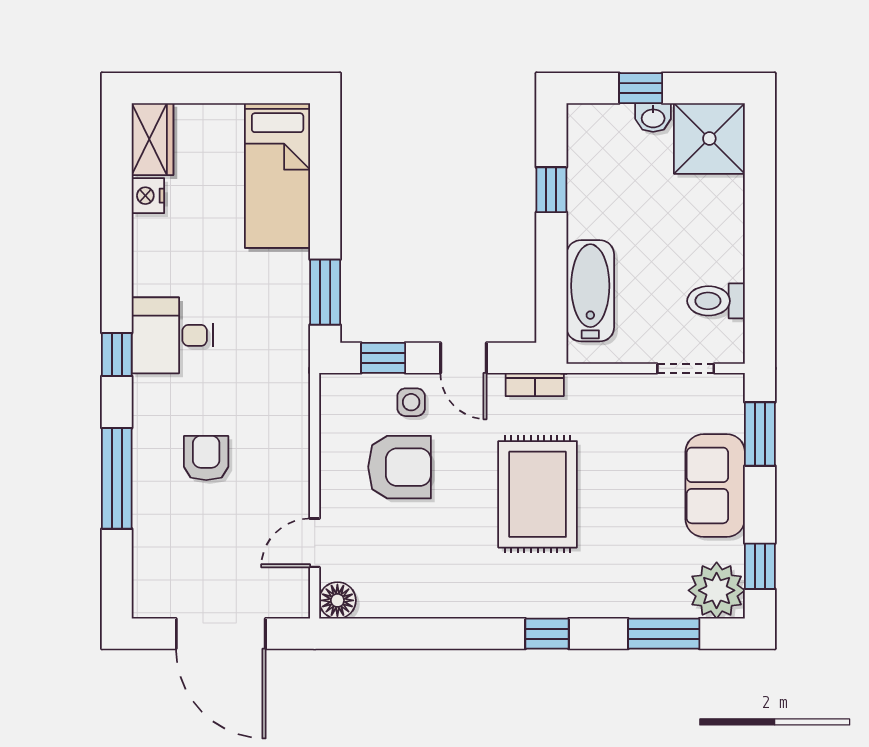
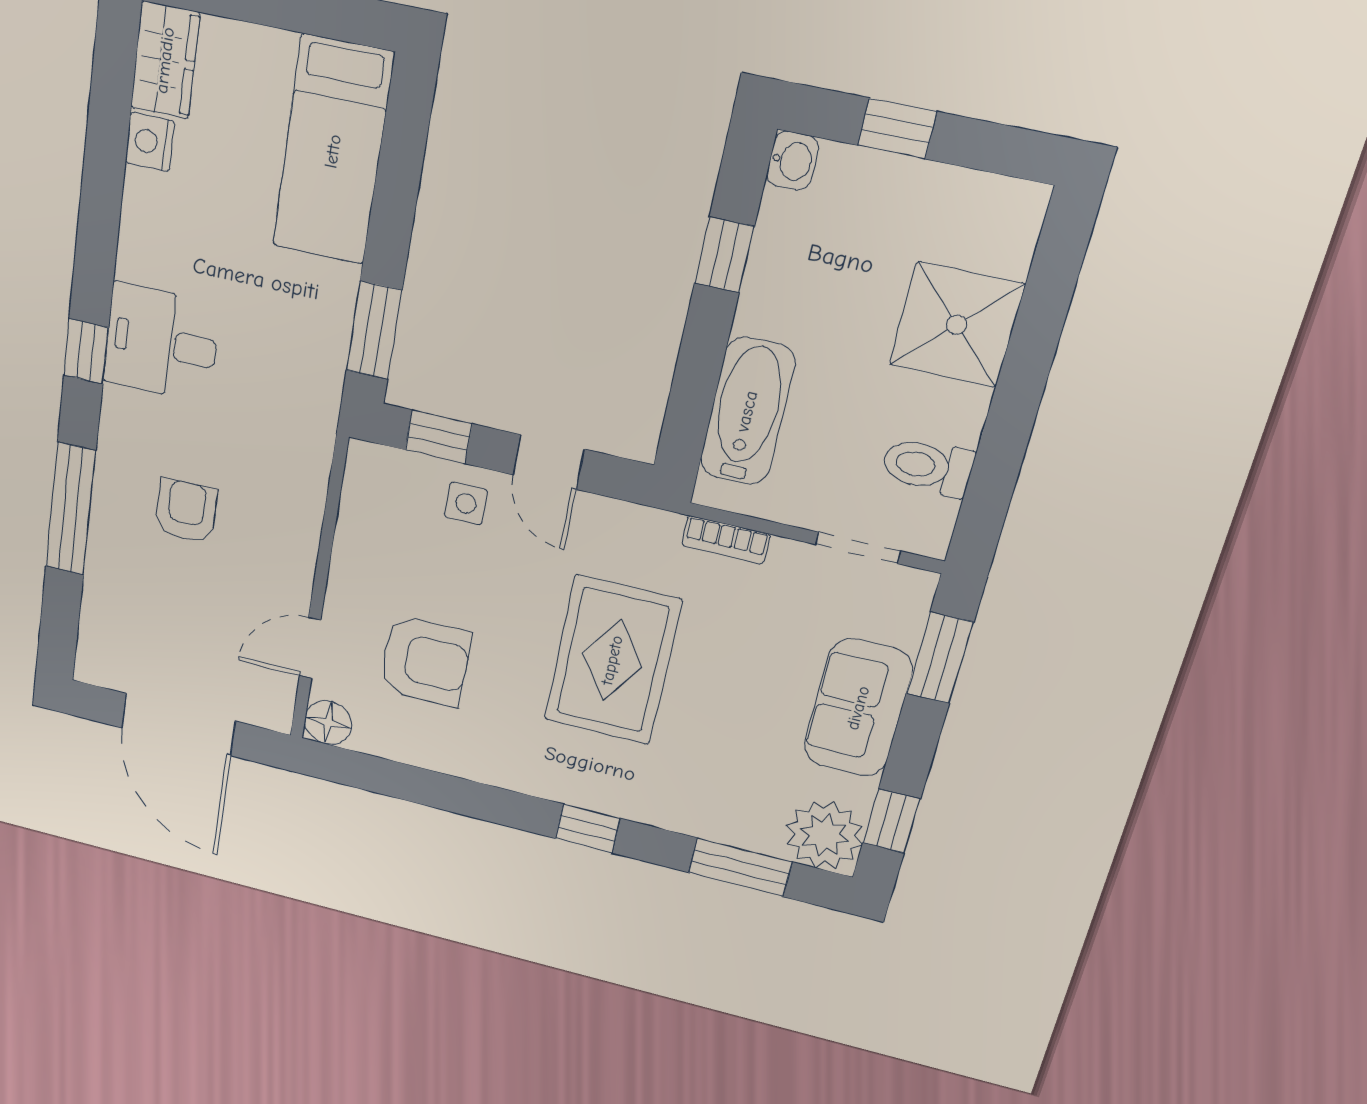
washbasin: (653, 118) -> (793, 161), moved, turned -90
shower: (709, 139) -> (957, 325), moved
bookcase: (535, 385) -> (726, 540), moved
armchair: (400, 467) -> (425, 661), moved

